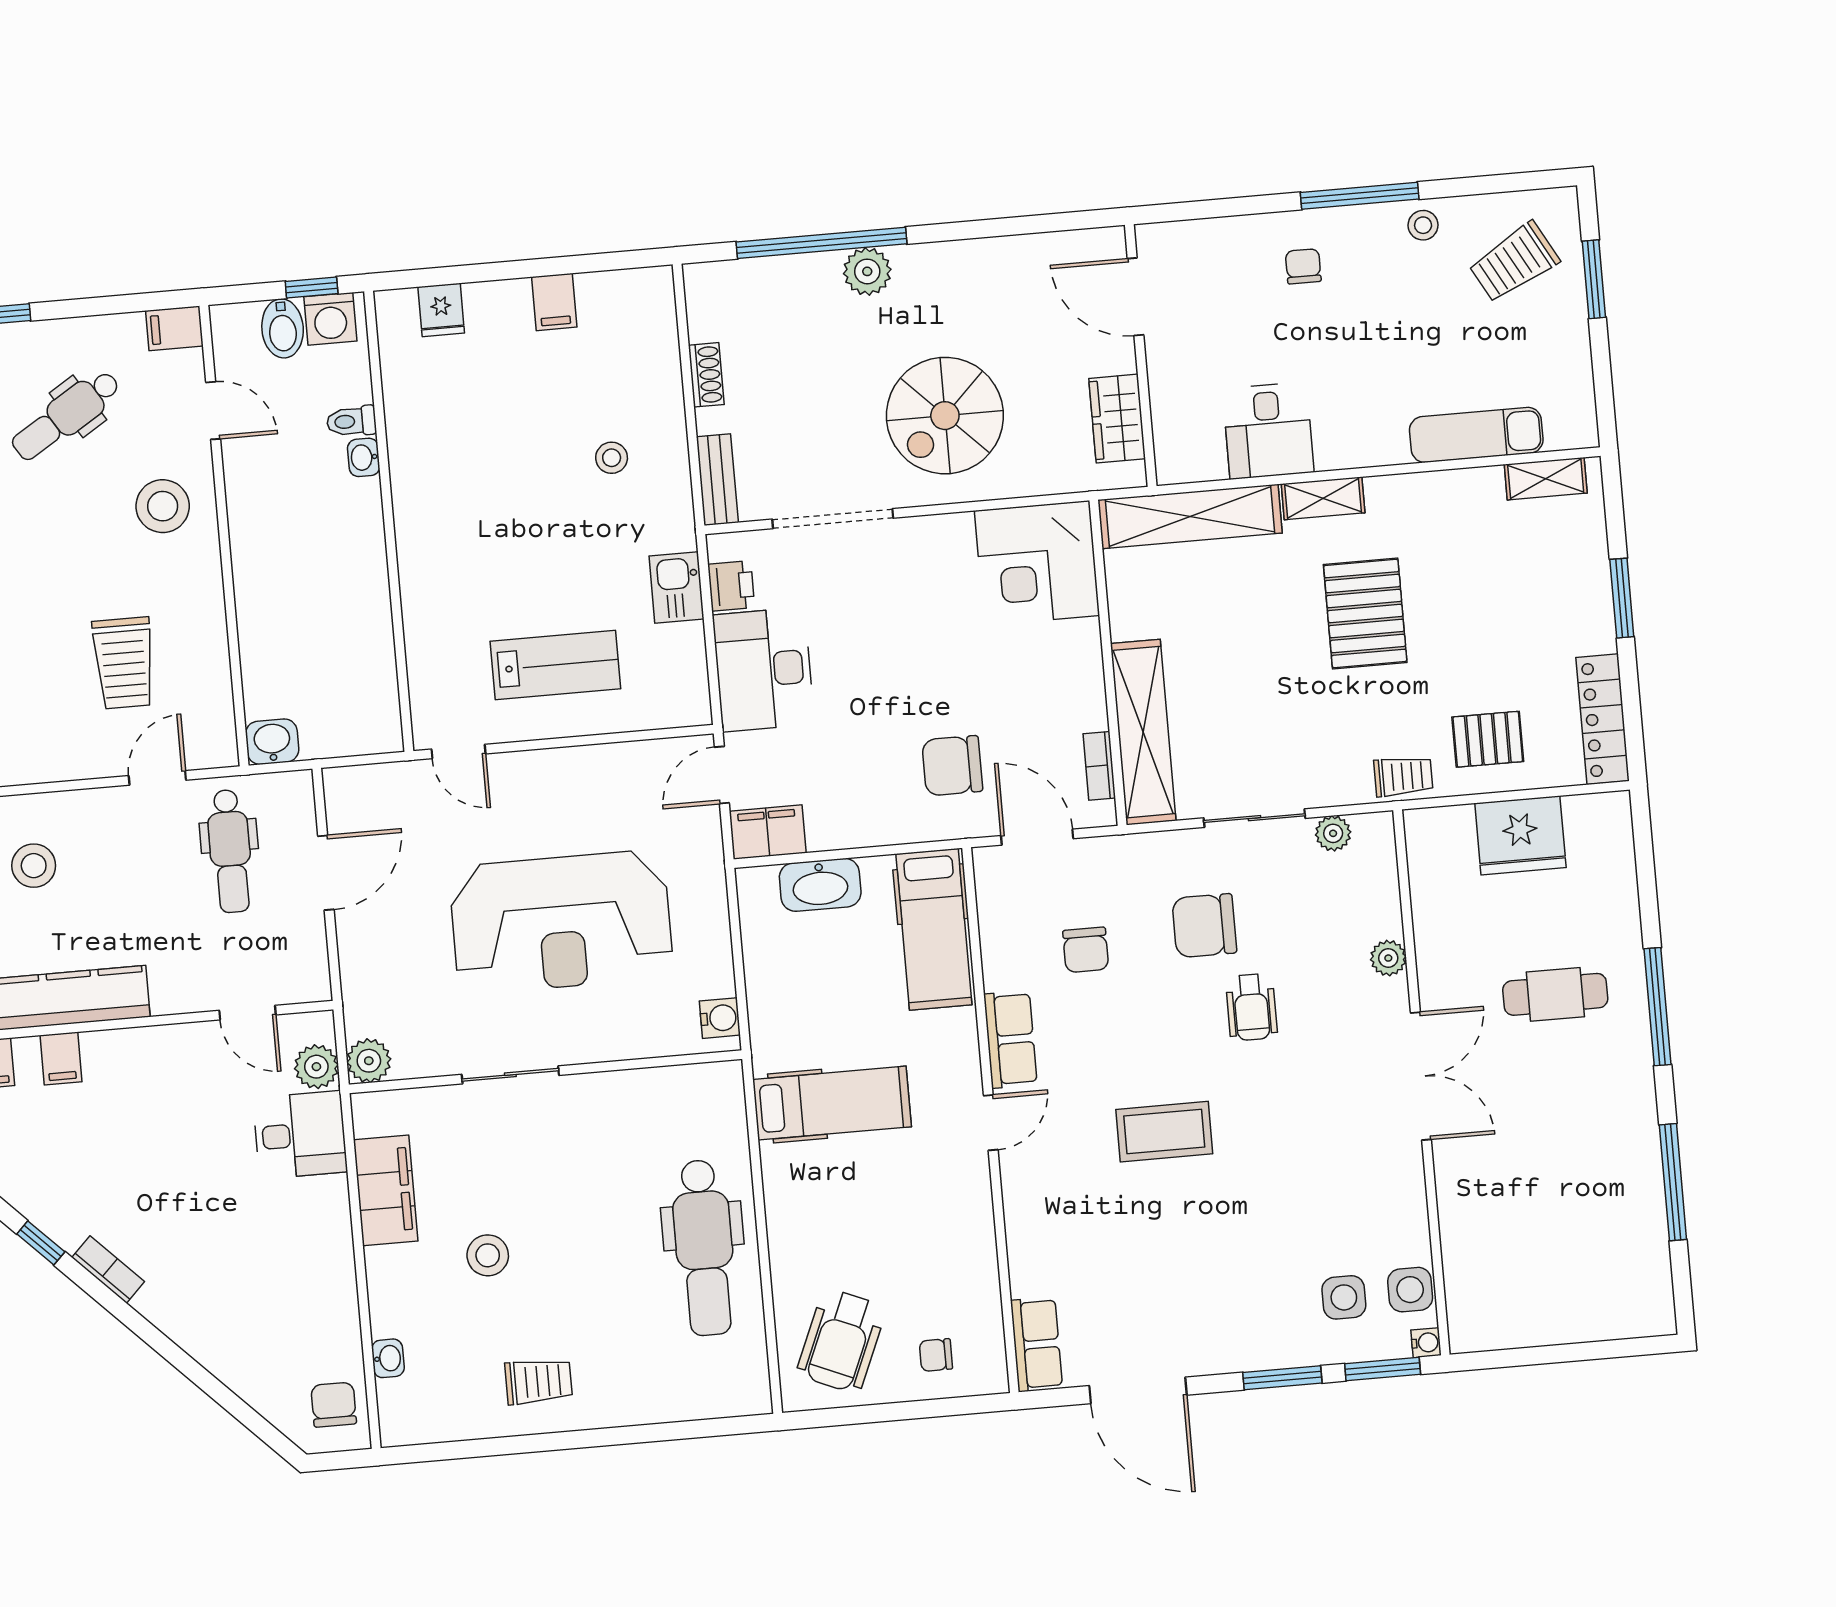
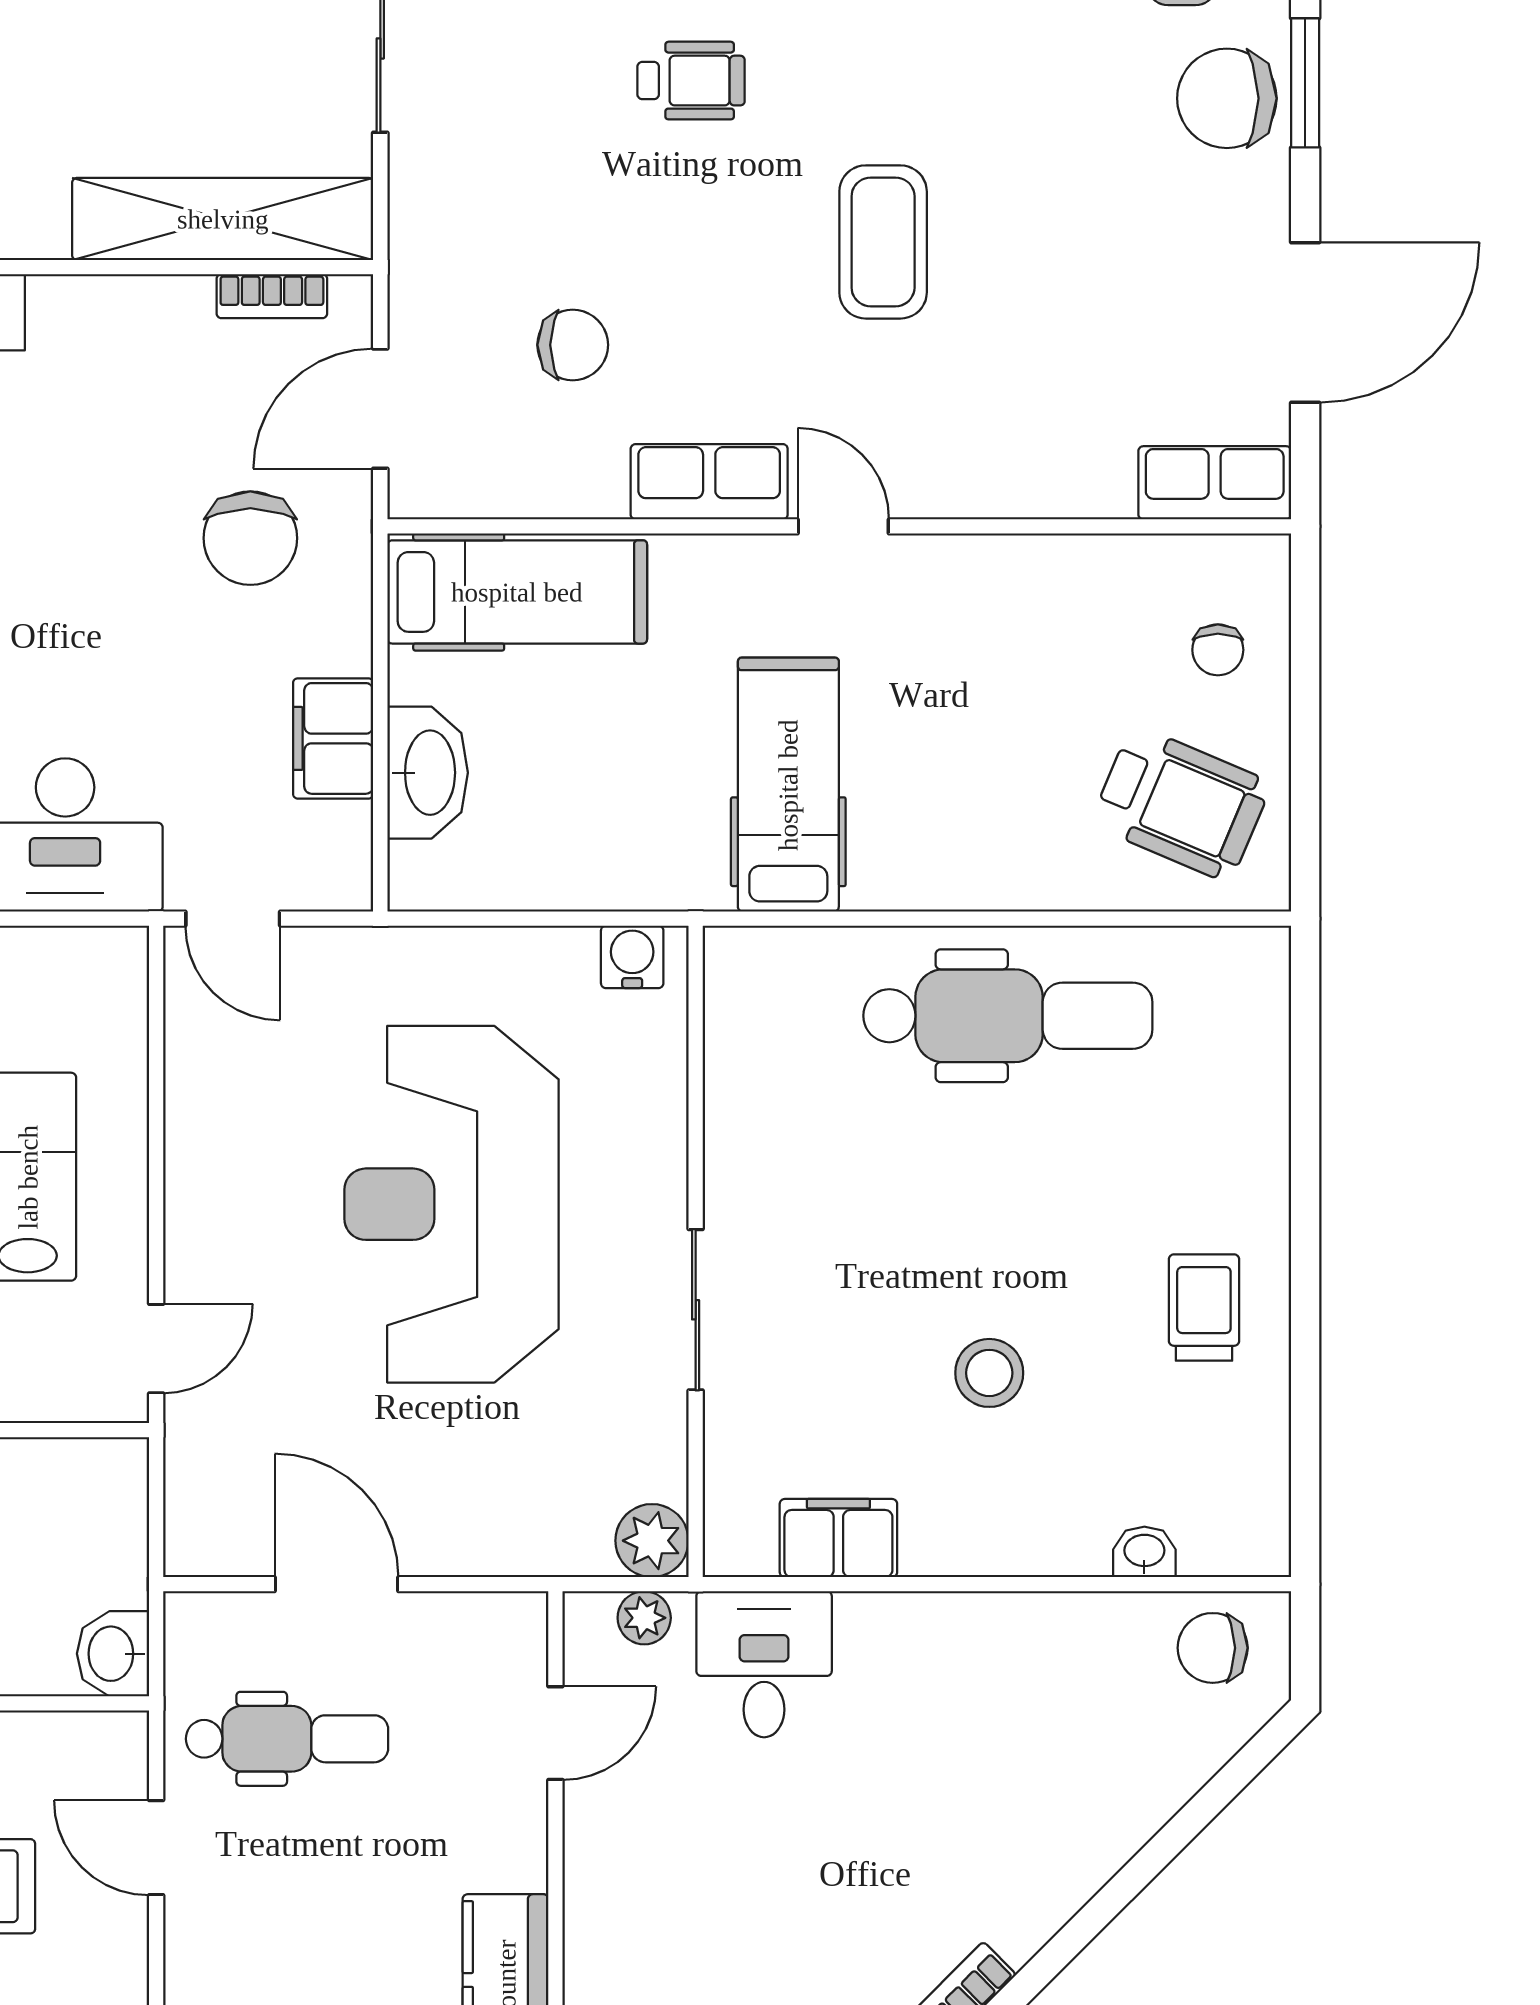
filing cabinet: (768, 832) -> (333, 738), moved
reception desk: (561, 922) -> (452, 1204), turned 180
chair: (1204, 926) -> (1227, 98), moved, turned 90
plant: (316, 1067) -> (644, 1618), width x0.73, depth x0.73
filing cabinet: (386, 1190) -> (838, 1538), width x0.67, depth x0.86

